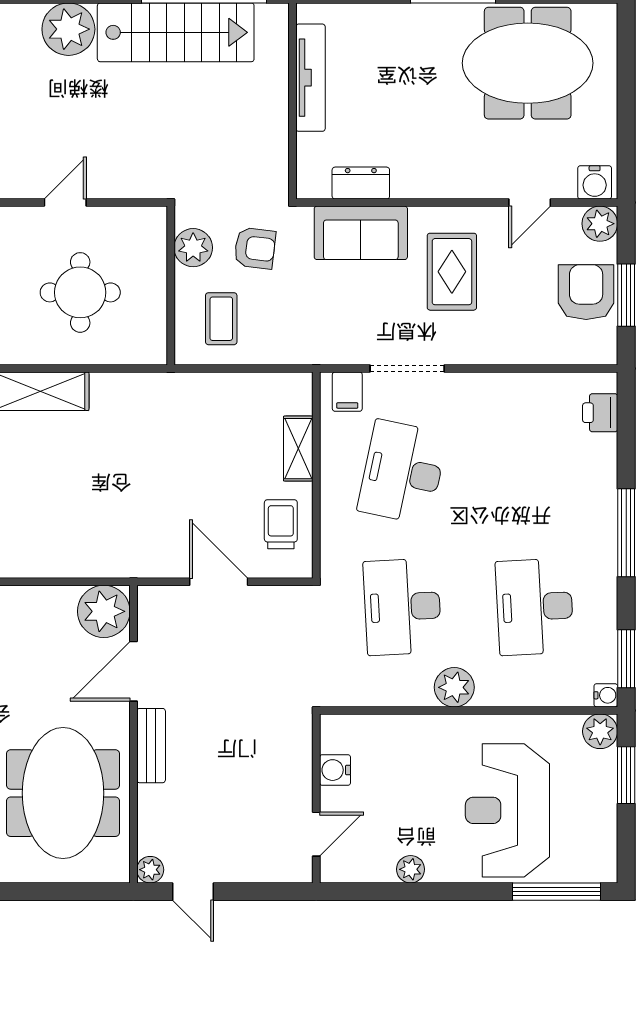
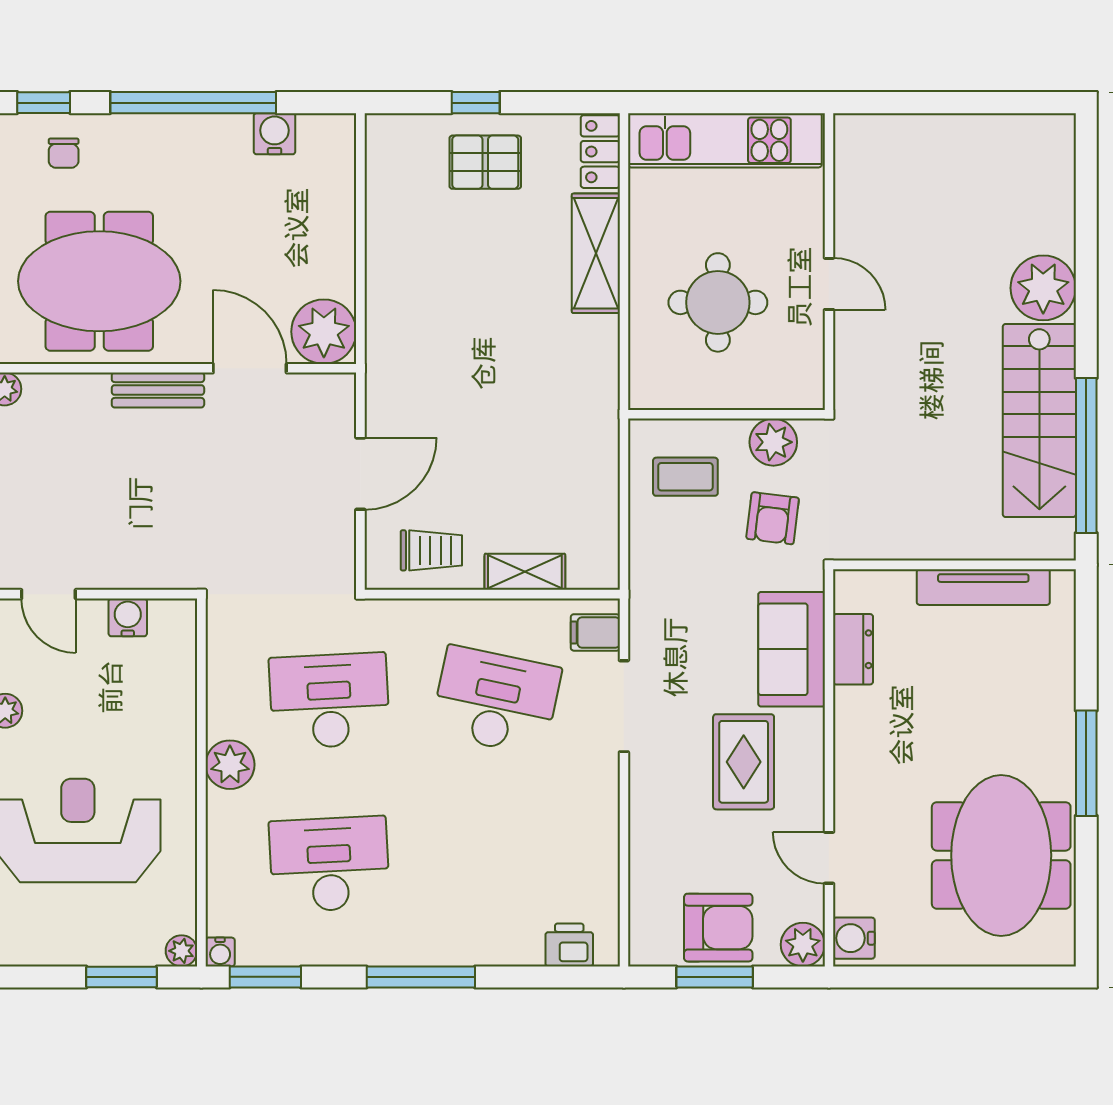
rug: (452, 272) -> (744, 762), turned 90
plant: (600, 731) -> (181, 951), width x0.73, depth x0.73

